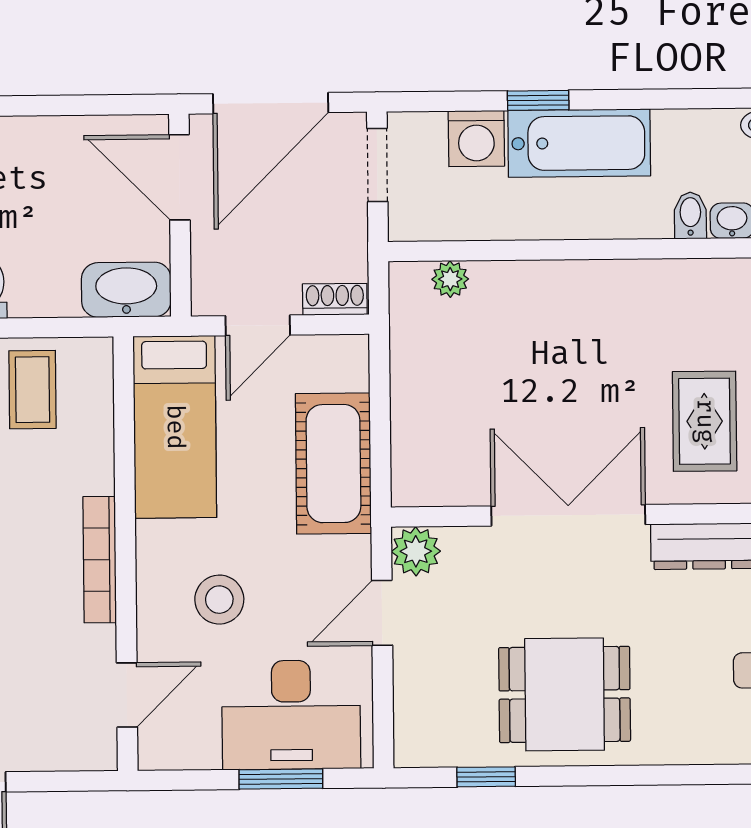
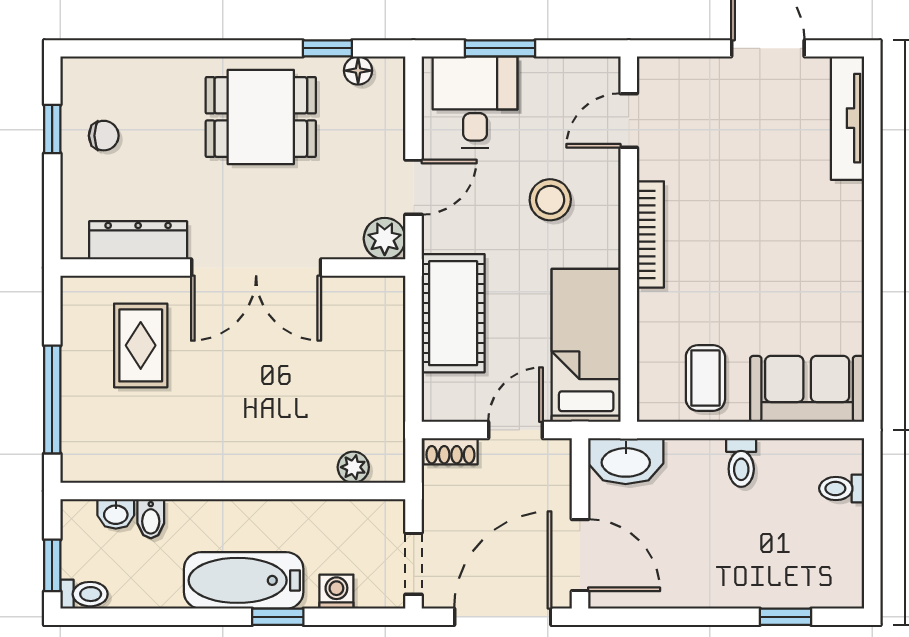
washing machine: (476, 139) -> (336, 592), width x0.73, depth x0.73
desk: (291, 715) -> (475, 102), width x0.73
floor lamp: (449, 751) -> (358, 71), added

